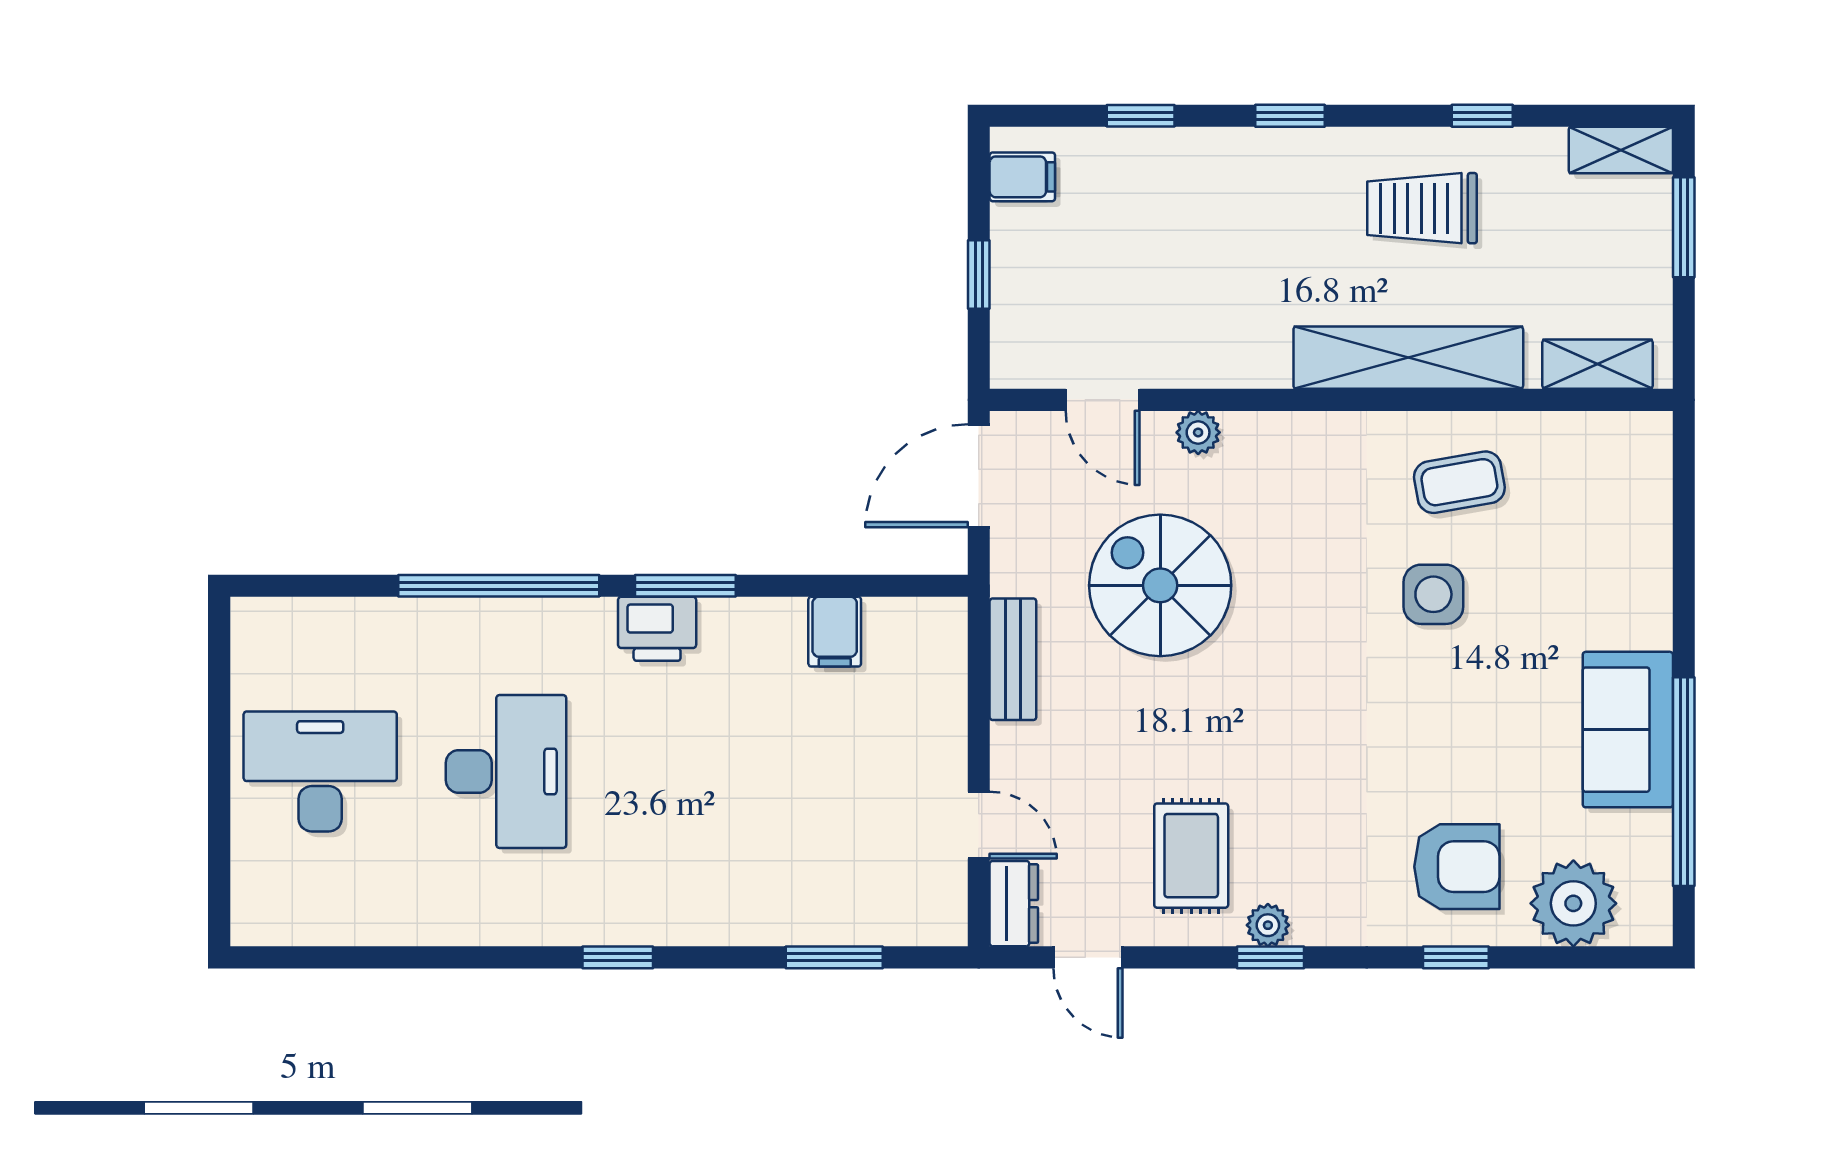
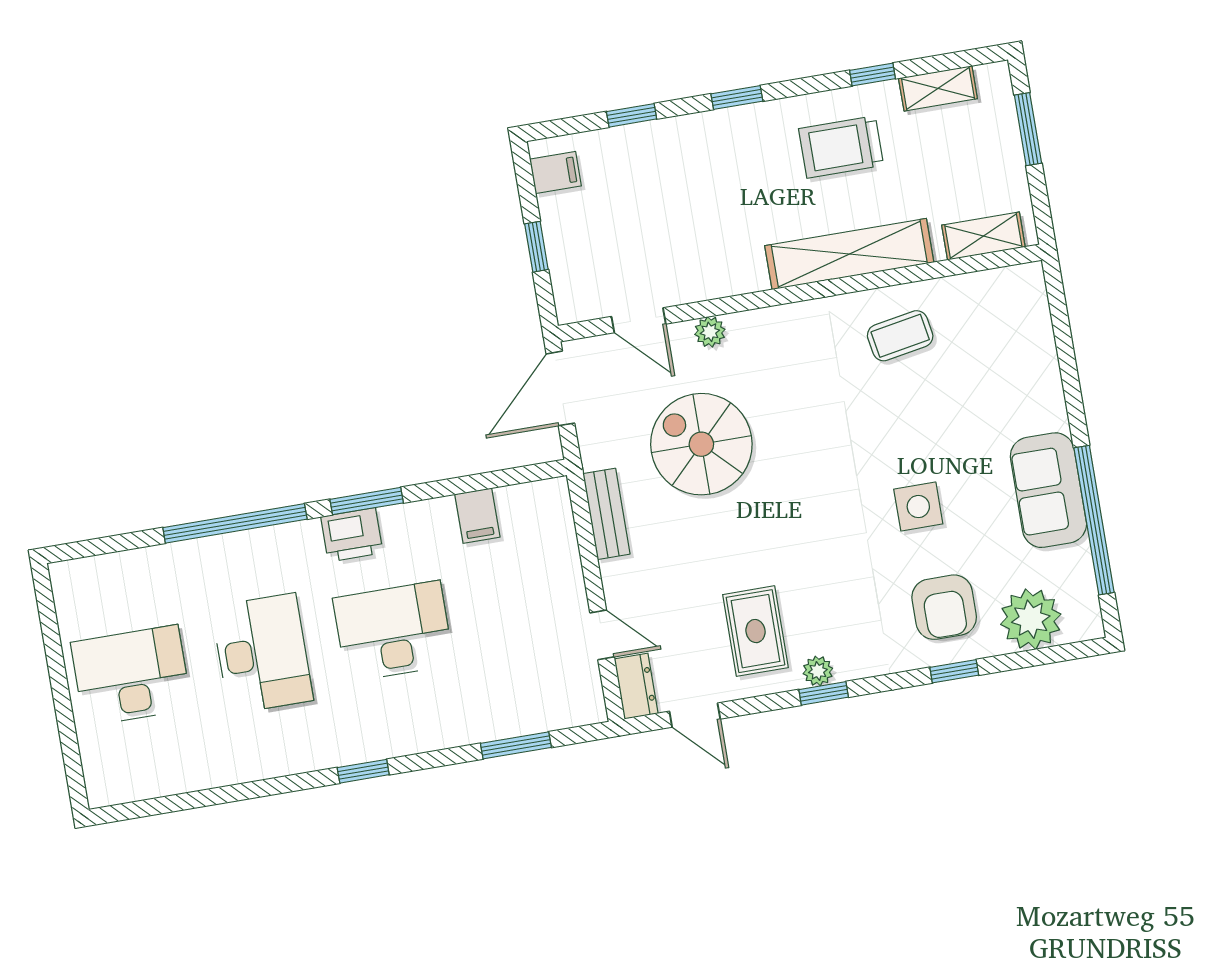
shelving: (1621, 150) -> (938, 88), moved
side table: (1433, 594) -> (918, 507), moved
desk: (692, 772) -> (393, 631), added
armchair: (1457, 867) -> (944, 607), turned 90

